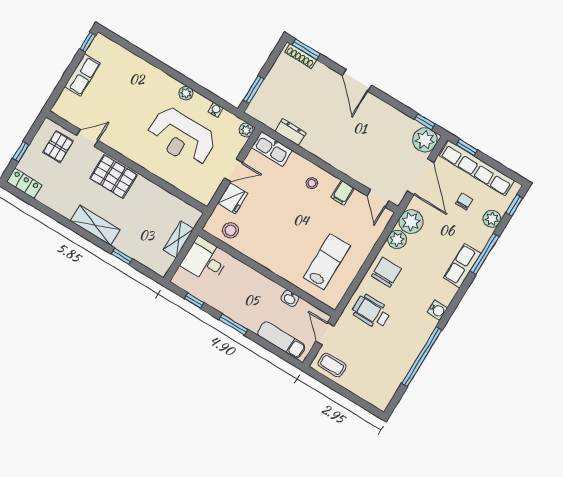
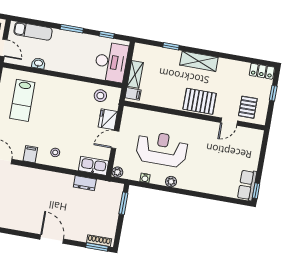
row of seats: (82, 75) -> (247, 185), moved
filing cabinet: (190, 217) -> (133, 94), added
desk: (205, 260) -> (111, 62), width x1.37

